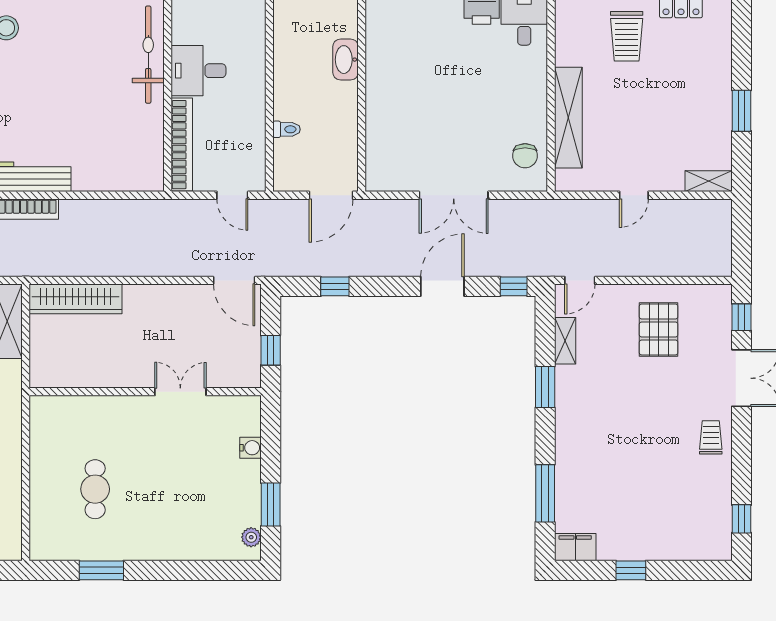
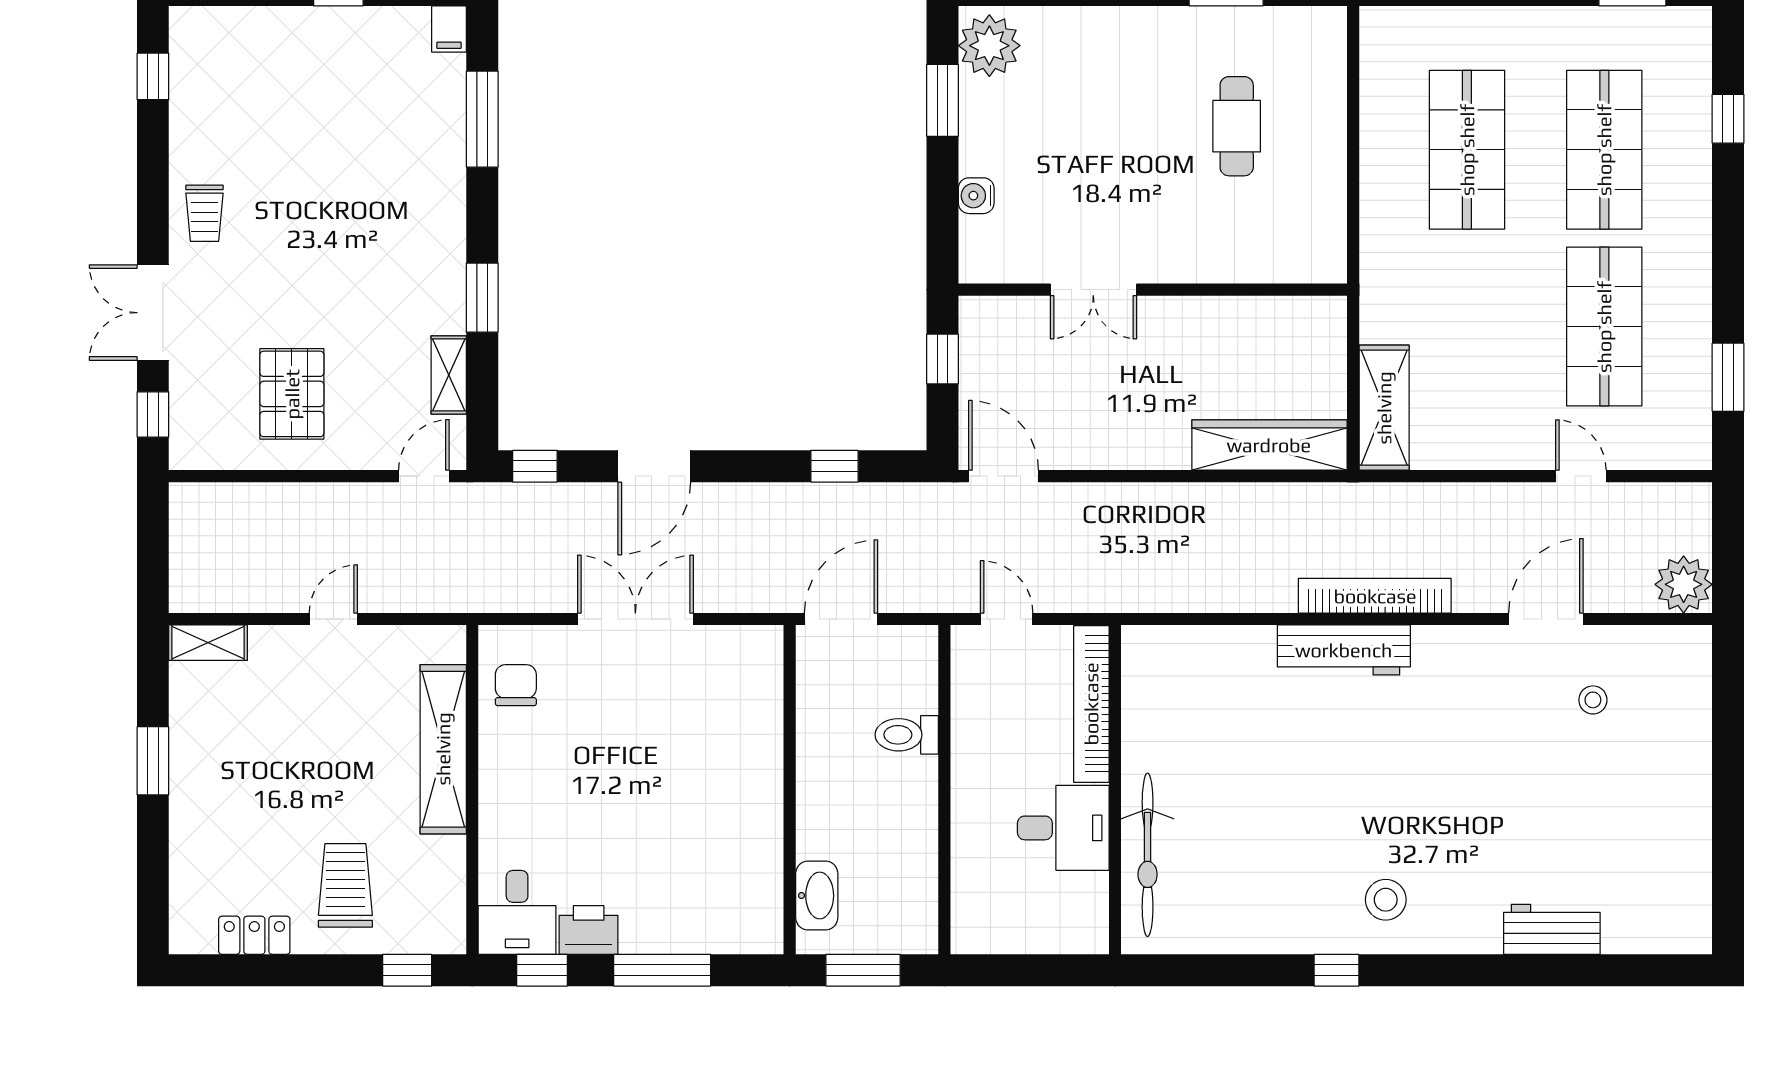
washbasin: (346, 60) -> (817, 896), moved
toilet: (287, 129) -> (907, 735), width x1.37, depth x1.39
plant: (251, 537) -> (989, 46), width x1.88, depth x1.88
filing cabinet: (575, 547) -> (449, 29), width x0.50

